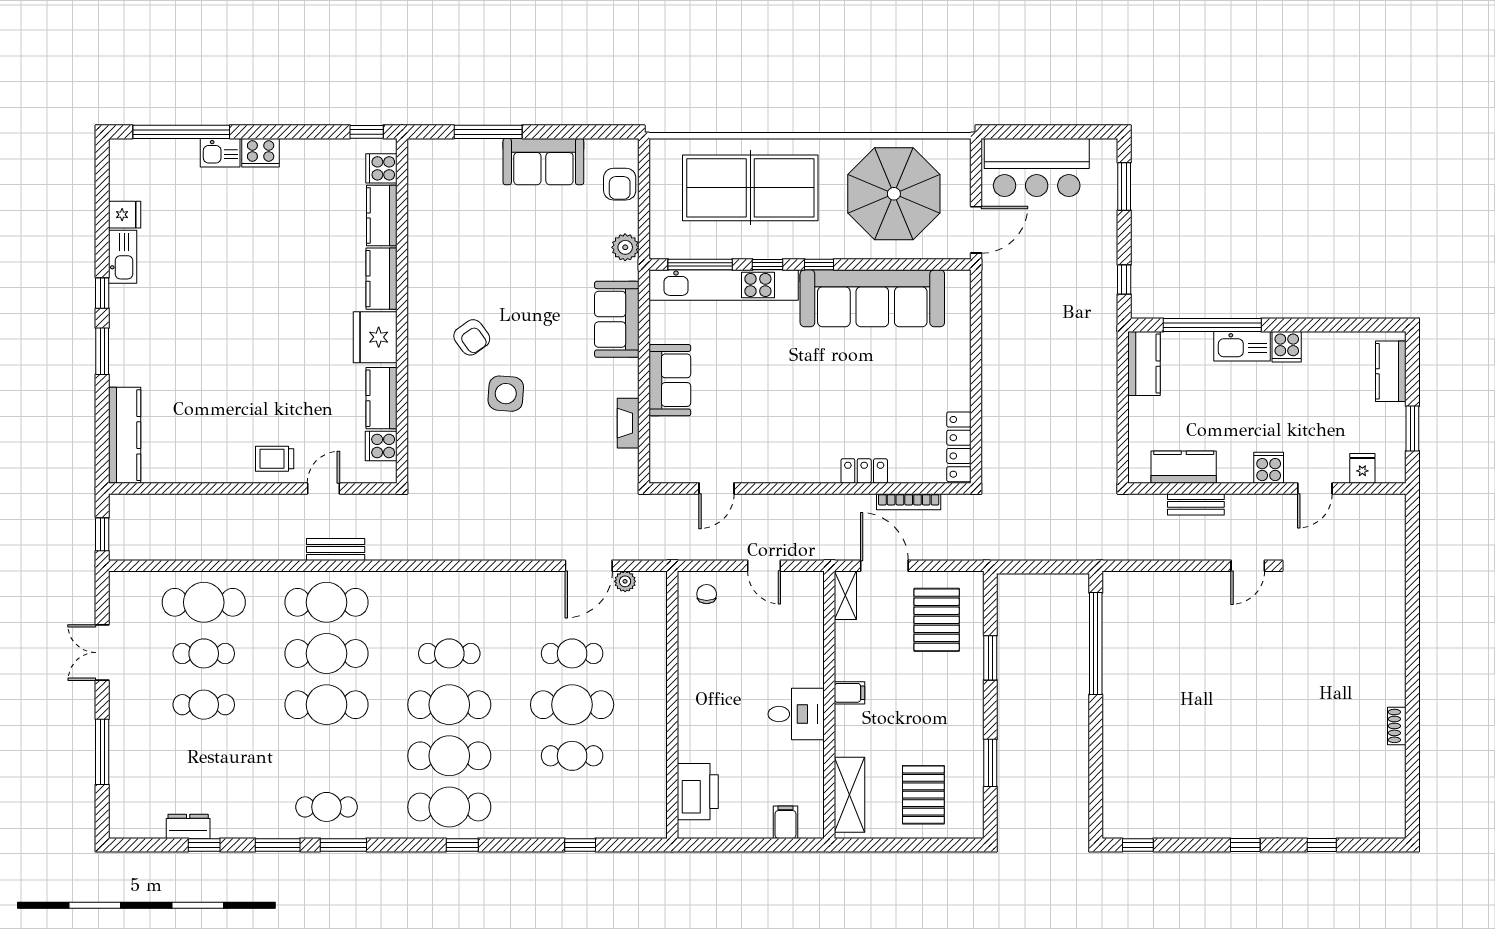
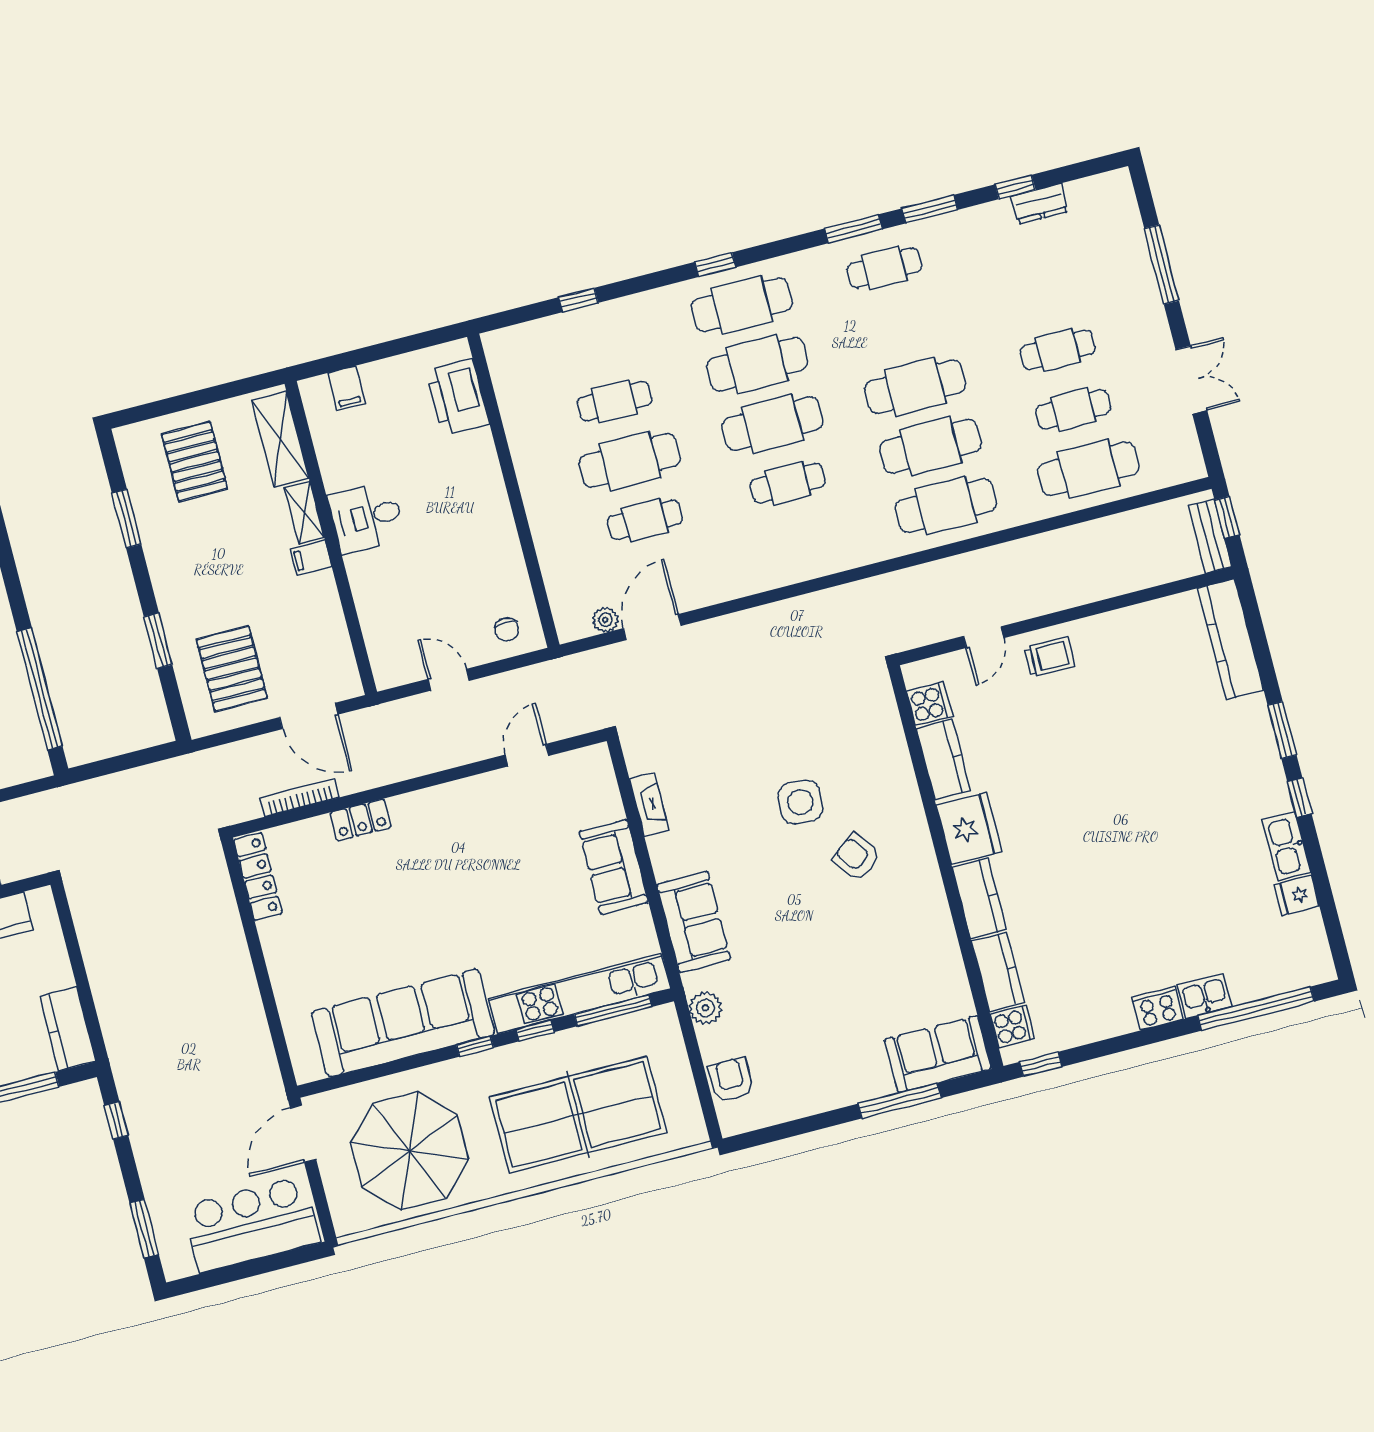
sofa: (543, 162) -> (938, 1054), moved
bench: (336, 549) -> (1210, 536), moved, turned 90
shelving: (845, 595) -> (304, 513), moved

